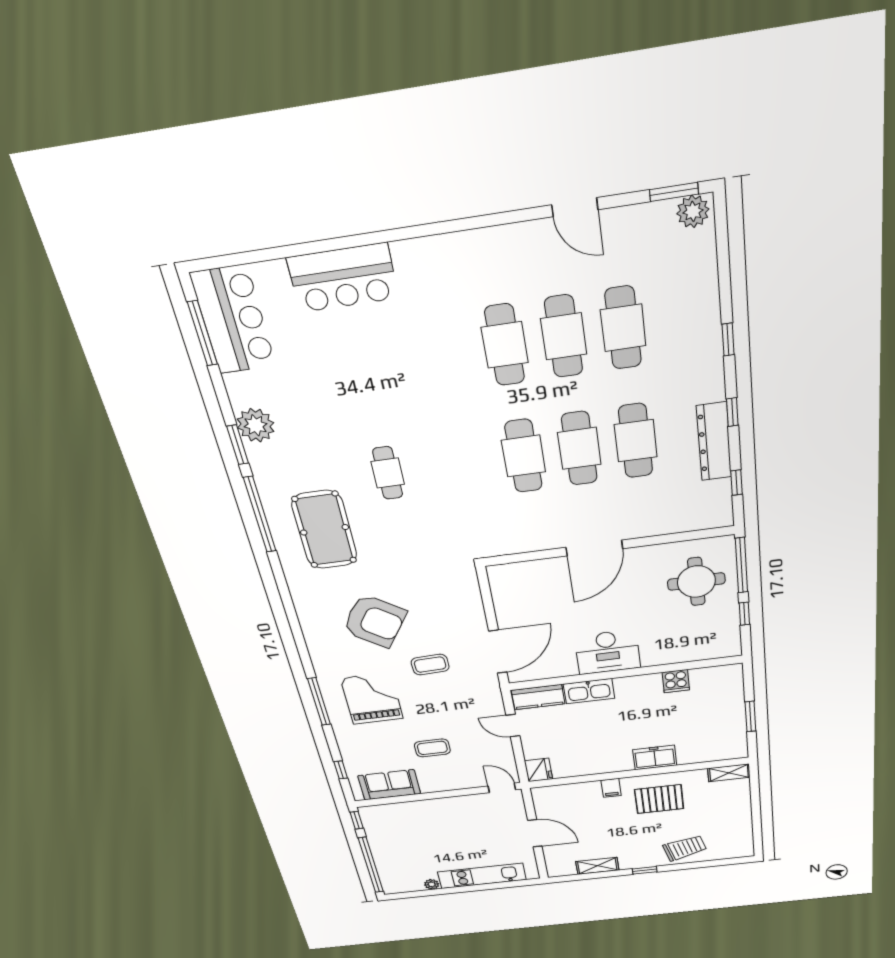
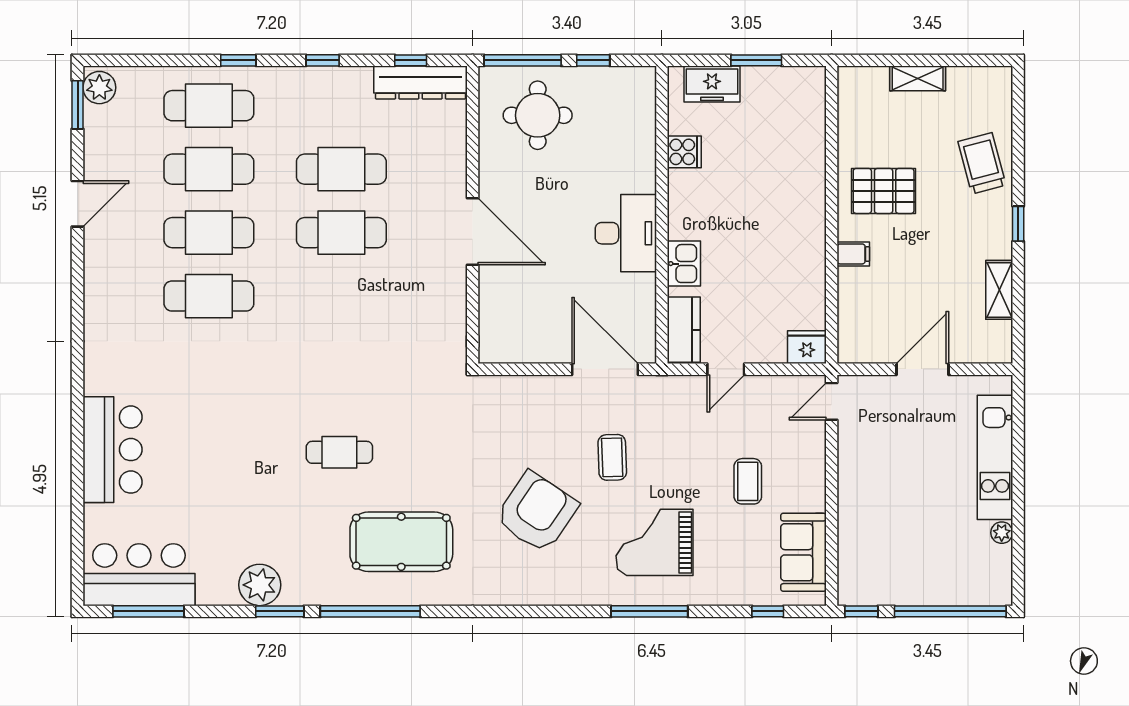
dresser: (714, 442) -> (420, 83), moved
cafe table: (524, 456) -> (209, 106), moved
kitchen sink: (589, 691) -> (684, 264), width x0.73
freezer: (655, 758) -> (712, 84), moved, turned -90
shelving: (729, 773) -> (918, 78), moved, turned 90
pallet: (659, 799) -> (884, 191), turned 90

